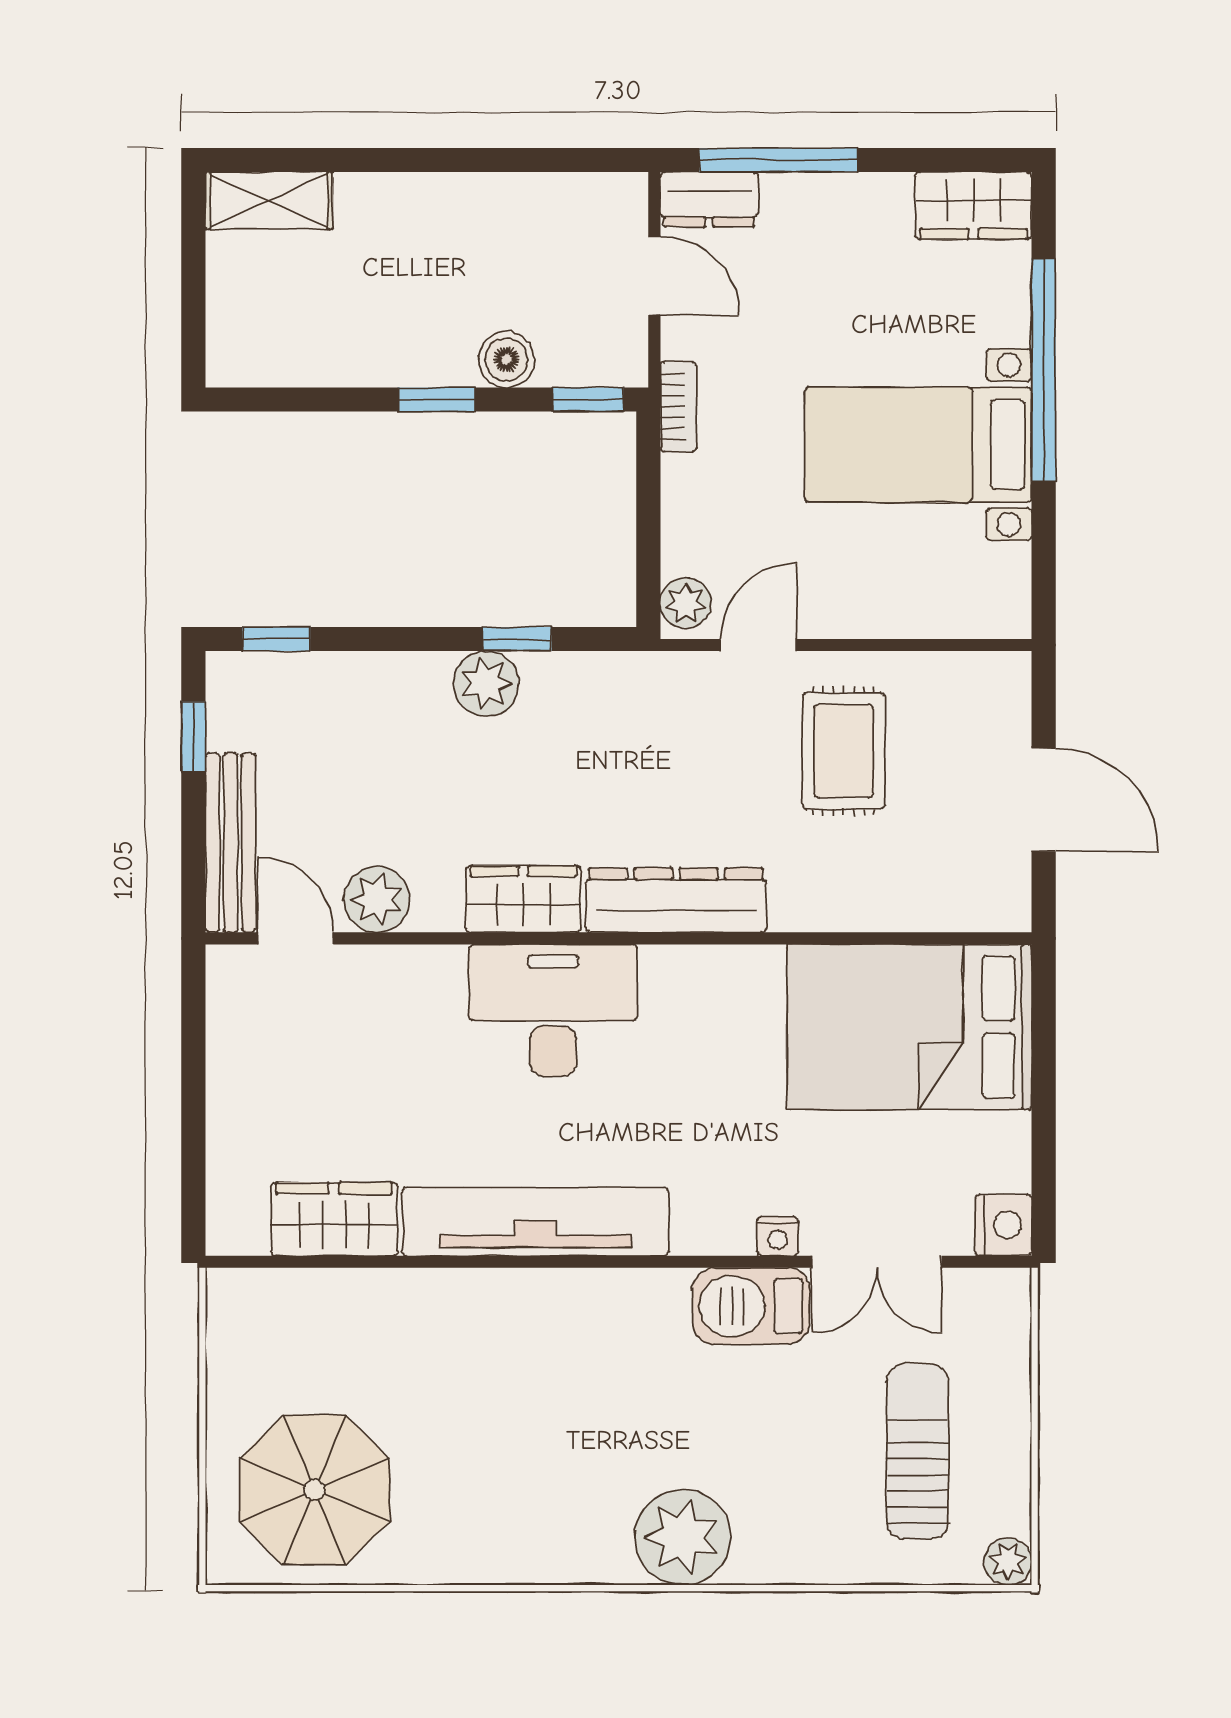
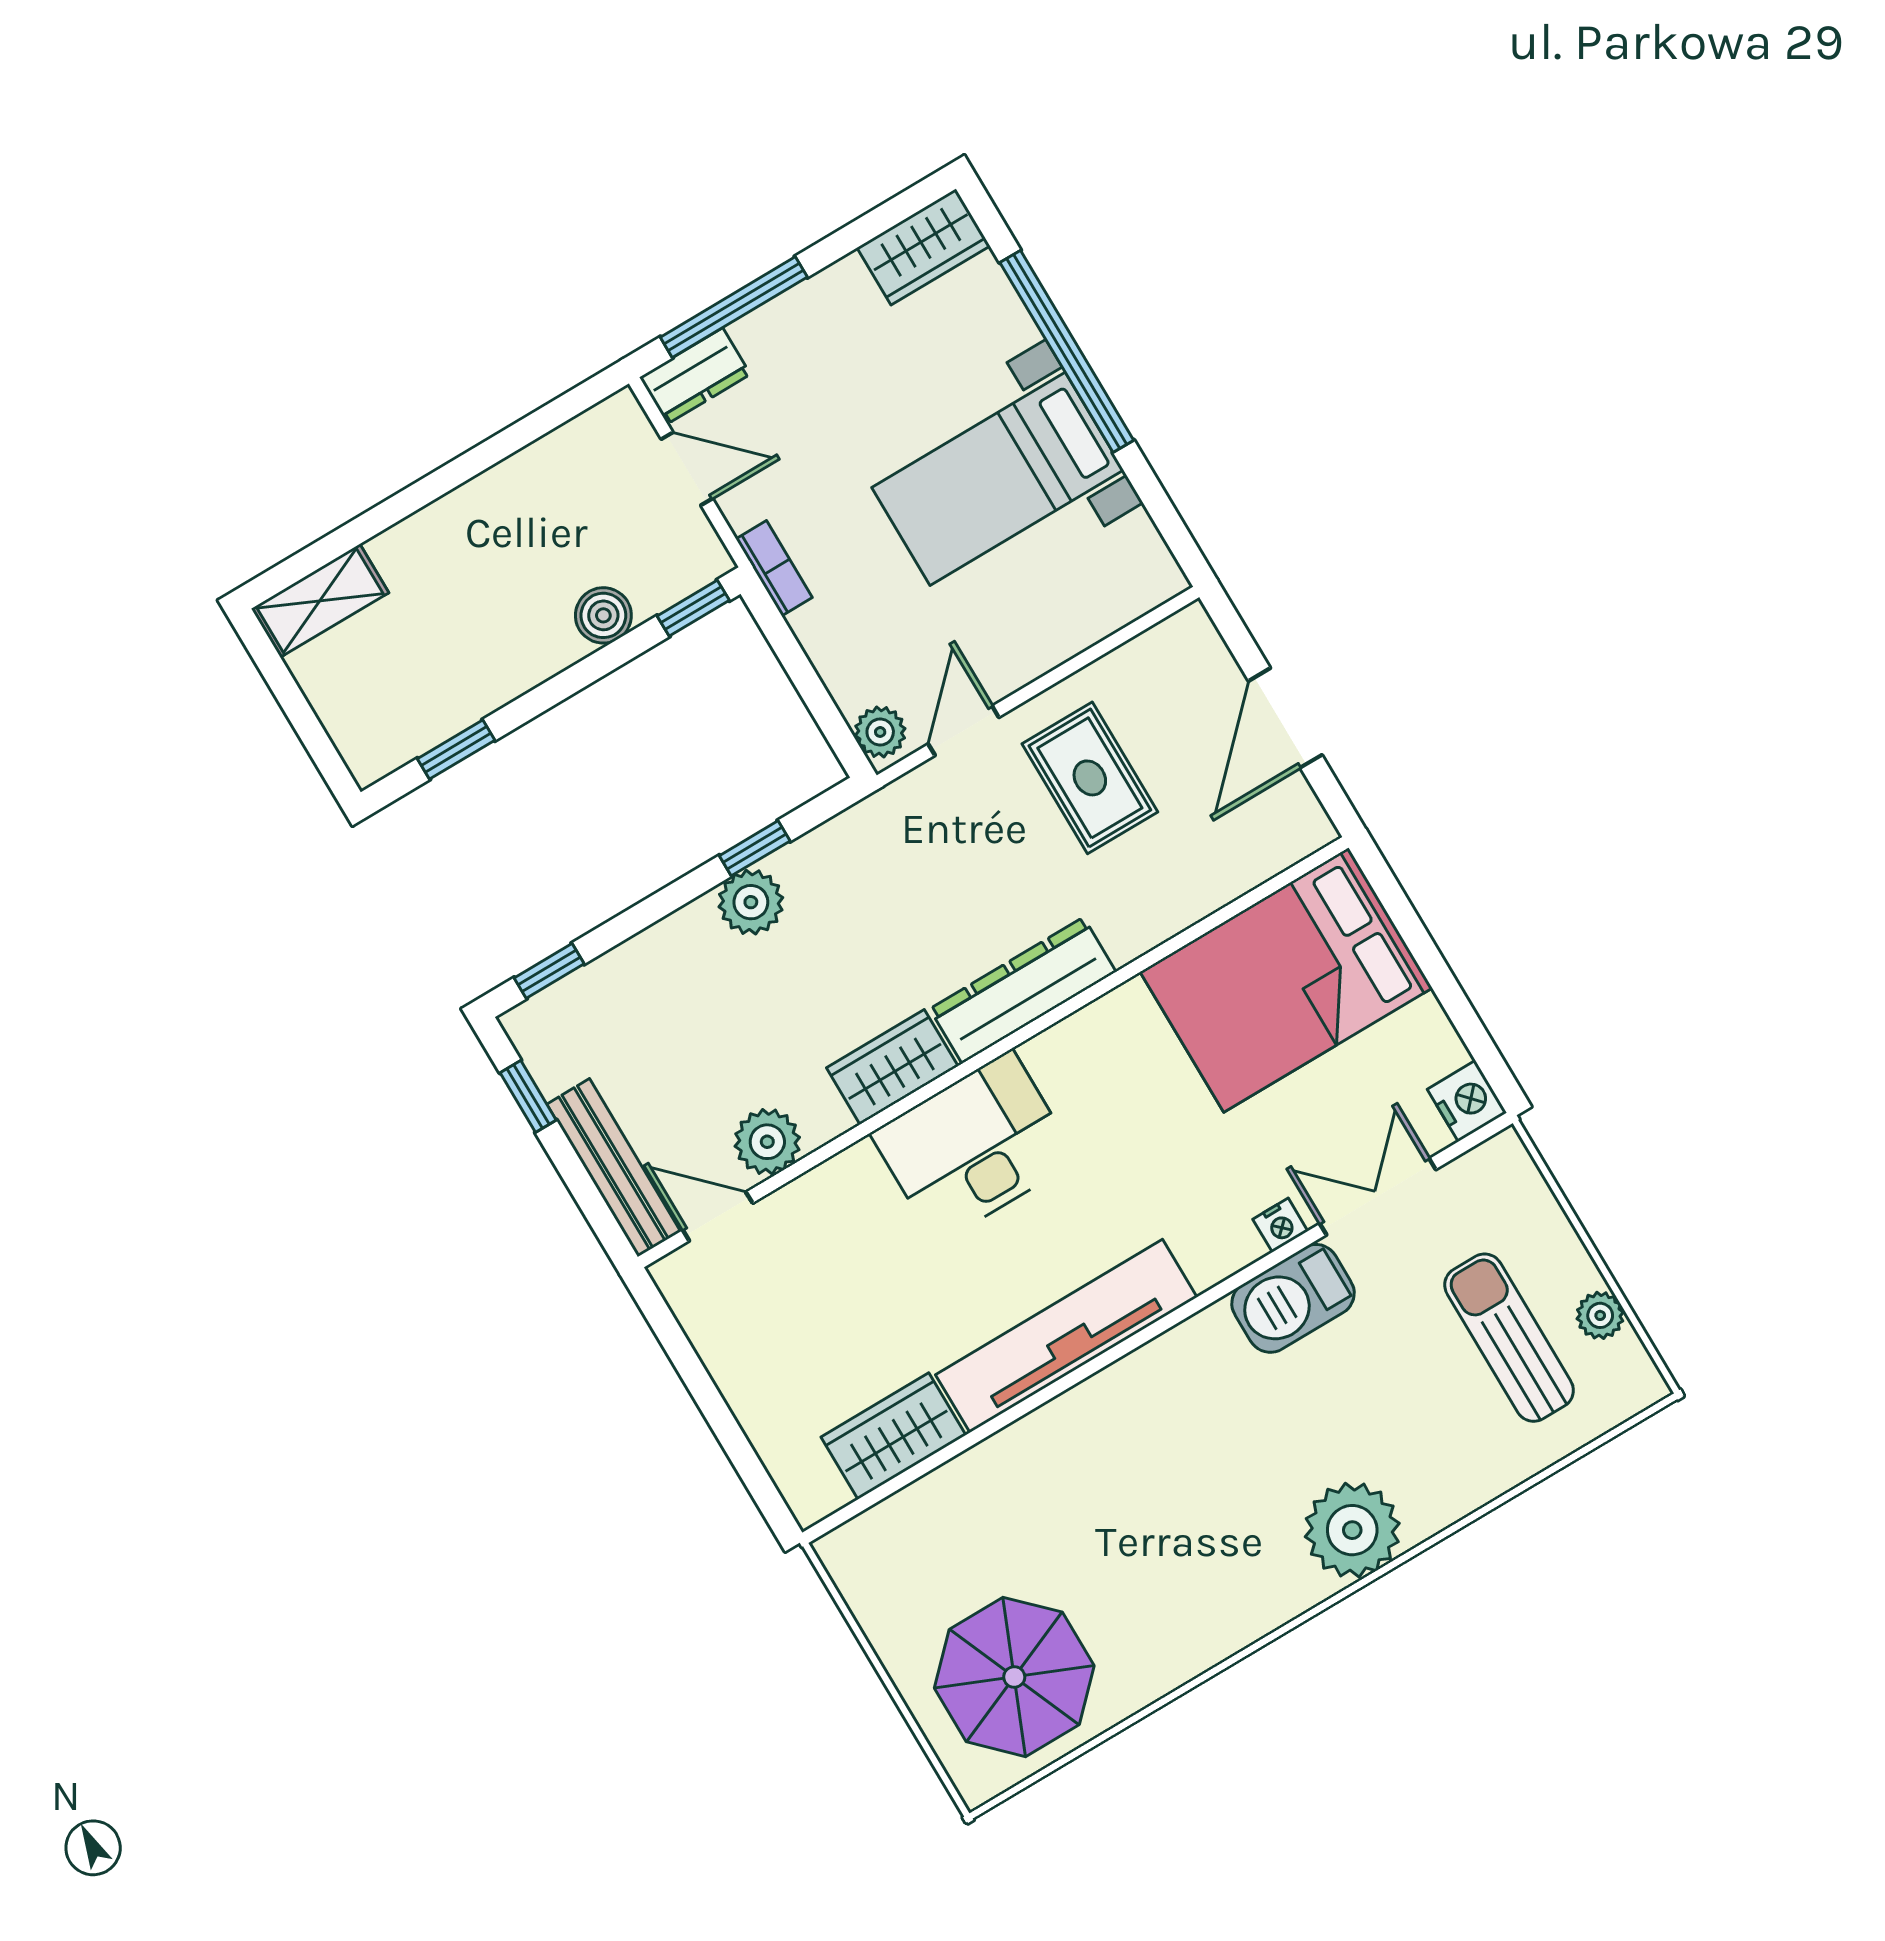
window: (436, 399) -> (456, 749), moved
door: (1044, 800) -> (1285, 718), swing flipped
double door: (877, 1262) -> (1378, 1197), swing flipped
plant: (1008, 1561) -> (1600, 1315), moved

